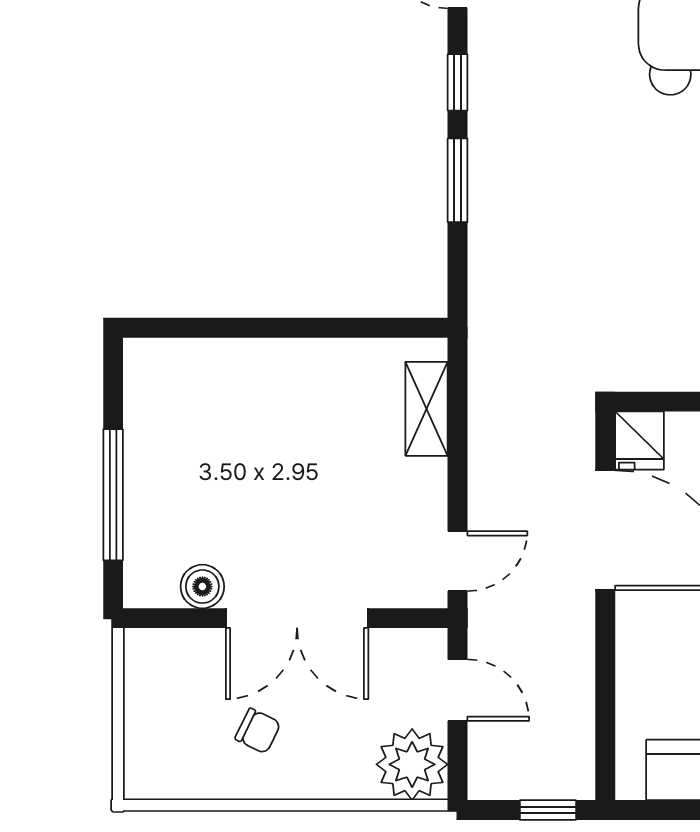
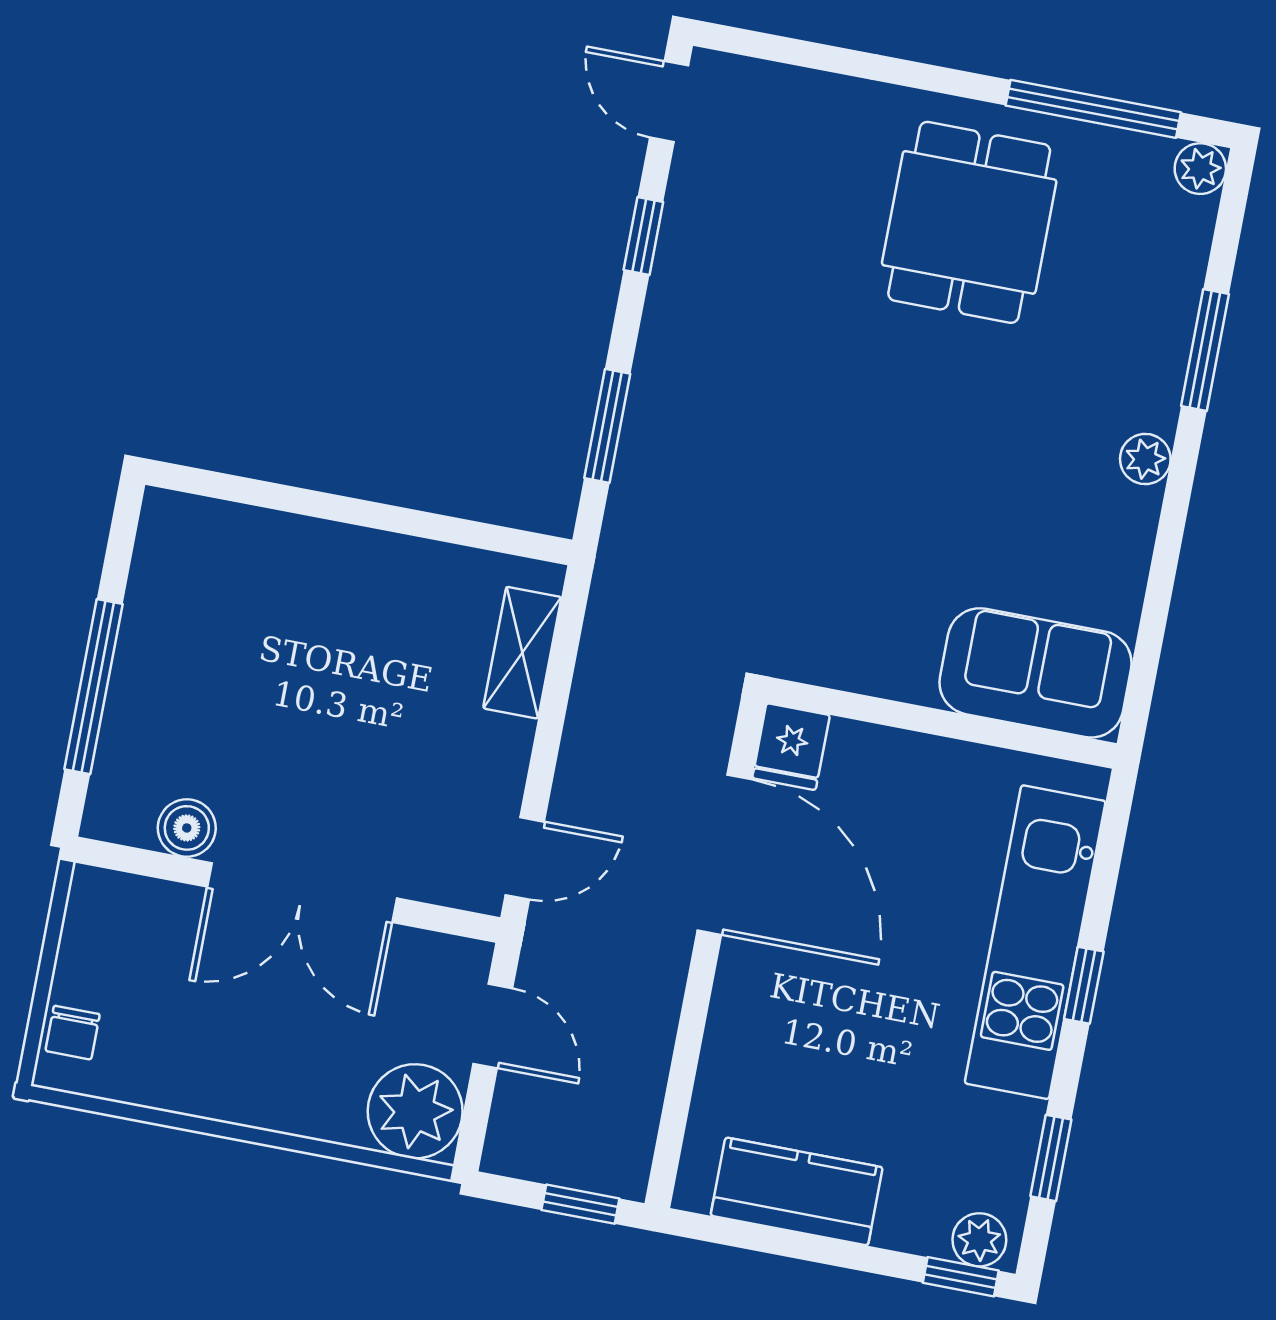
window: (458, 180) -> (607, 426), moved
chair: (258, 731) -> (73, 1033), moved, turned 64

